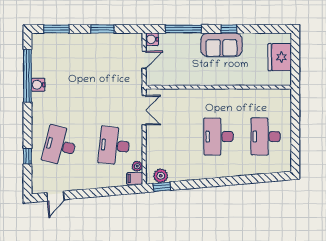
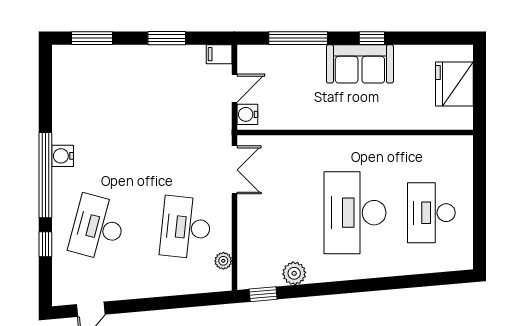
water cooler: (152, 39) -> (247, 114), moved
window: (27, 76) -> (45, 175), moved
water cooler: (38, 85) -> (63, 156), moved
desk: (218, 137) -> (355, 213), width x1.36, depth x1.30
plant: (161, 176) -> (294, 273), moved
filing cabinet: (135, 178) -> (219, 54), moved

